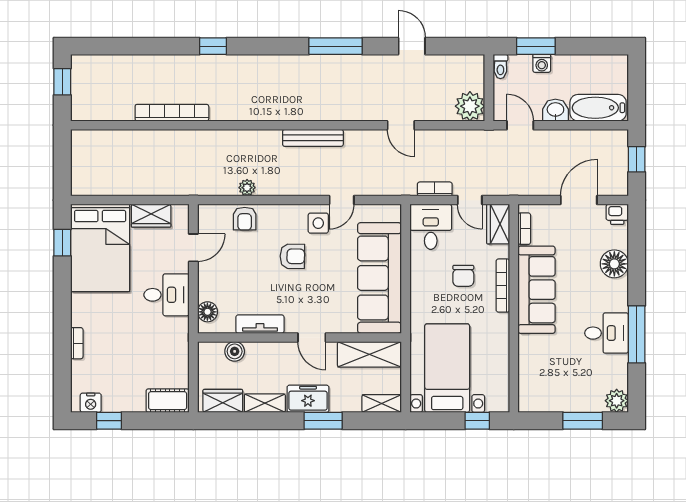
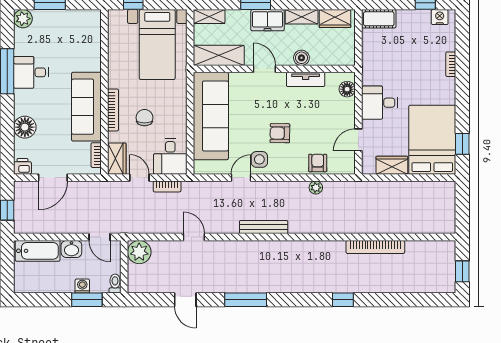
boiler: (235, 351) -> (301, 58), moved

